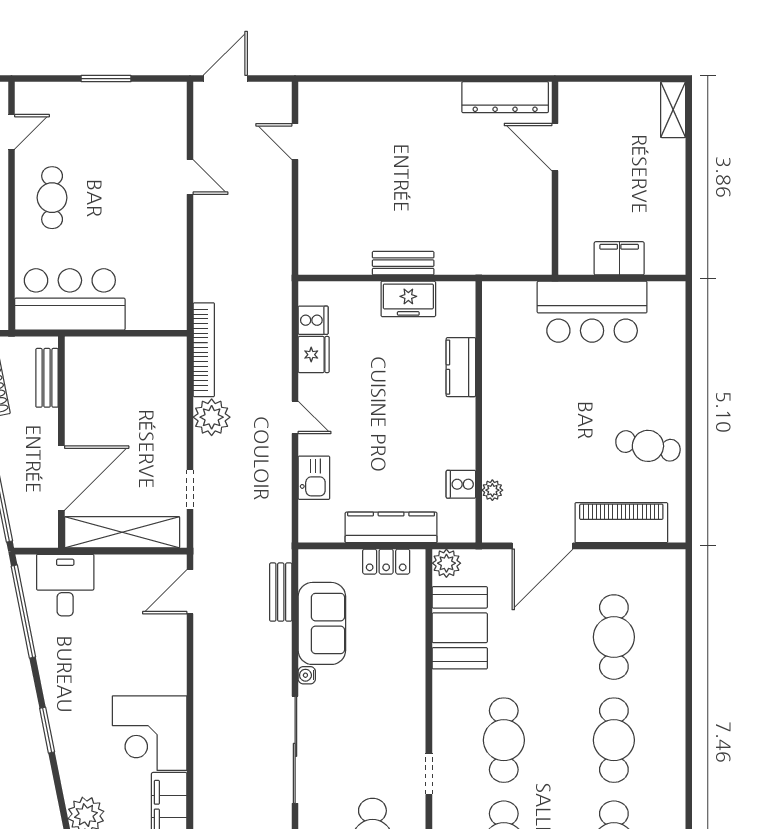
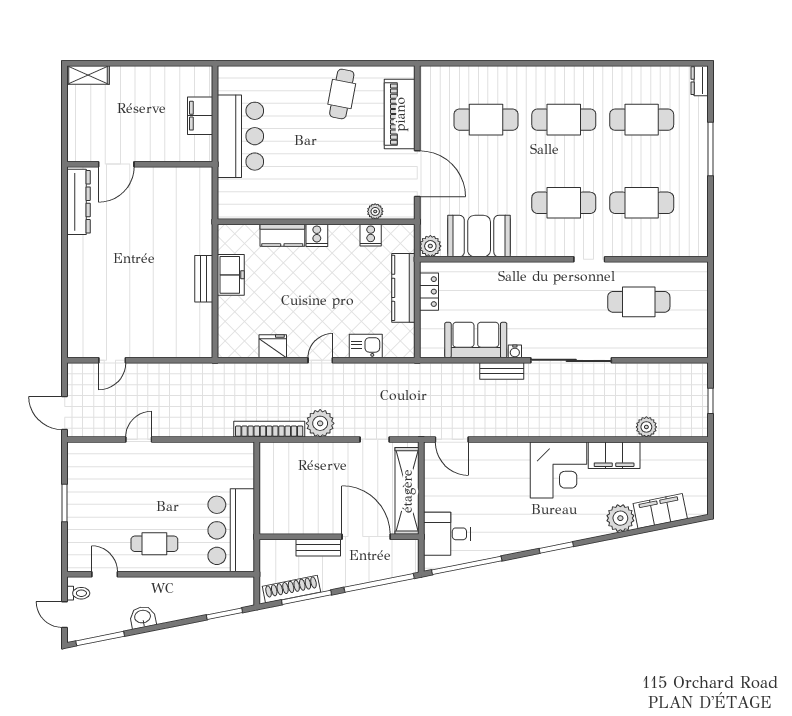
cooker: (313, 320) -> (317, 235), moved, turned 180
bench: (47, 378) -> (318, 548), moved
bench: (281, 592) -> (502, 371), moved

